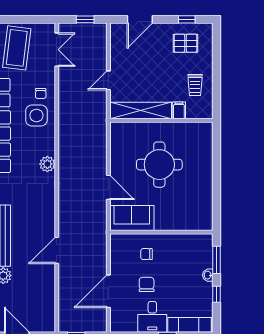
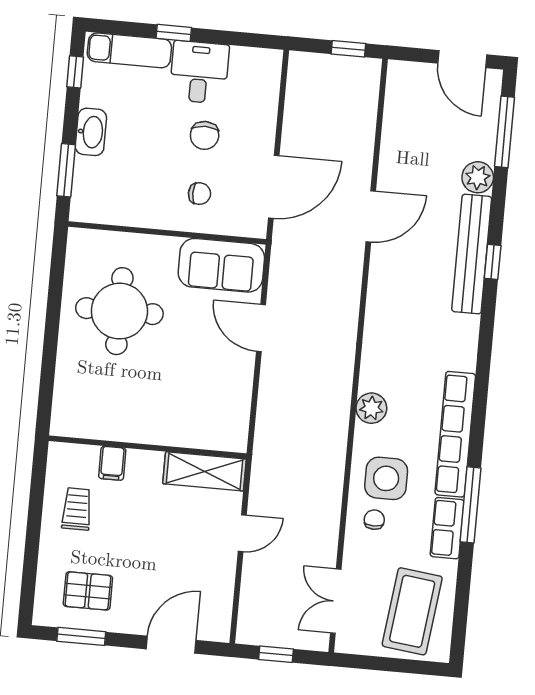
window: (187, 19) -> (81, 636), width x1.50
shelving: (141, 111) -> (205, 471), width x0.68
plant: (47, 164) -> (371, 408), moved
round table: (159, 165) -> (119, 311), moved
washbasin: (208, 275) -> (91, 132), width x1.91, depth x1.45
door: (108, 291) -> (274, 187), moved
window: (217, 294) -> (75, 72), moved

